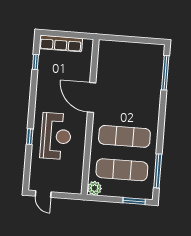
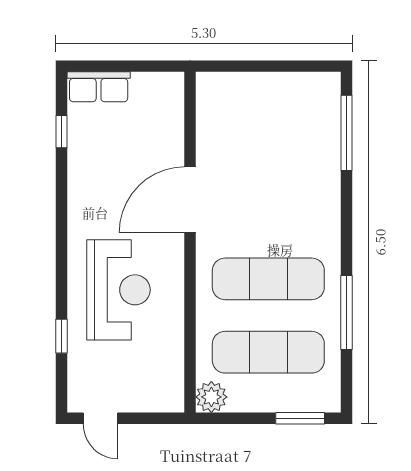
row of seats: (61, 43) -> (99, 87), width x0.68
door: (92, 98) -> (190, 200), hinge flipped
window: (30, 137) -> (61, 336), moved
window: (158, 171) -> (347, 313), moved

